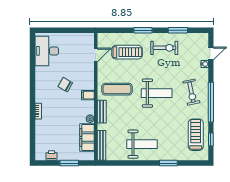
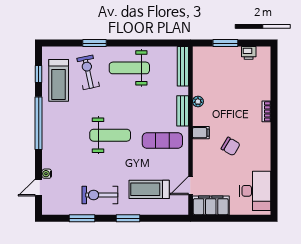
exercise bike: (191, 92) -> (88, 72), moved
weight bench: (157, 93) -> (110, 135), turned 180
filing cabinet: (87, 137) -> (211, 205), moved, turned -90

